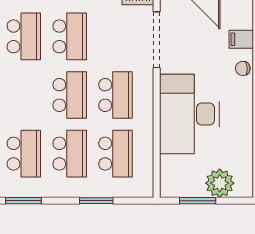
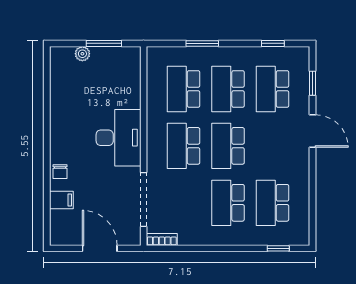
chair: (243, 68) -> (60, 172), turned 94
desk: (189, 114) -> (118, 138), width x0.73, depth x0.77
plant: (220, 183) -> (82, 54), width x0.53, depth x0.53
window: (24, 201) -> (273, 43), width x0.67

